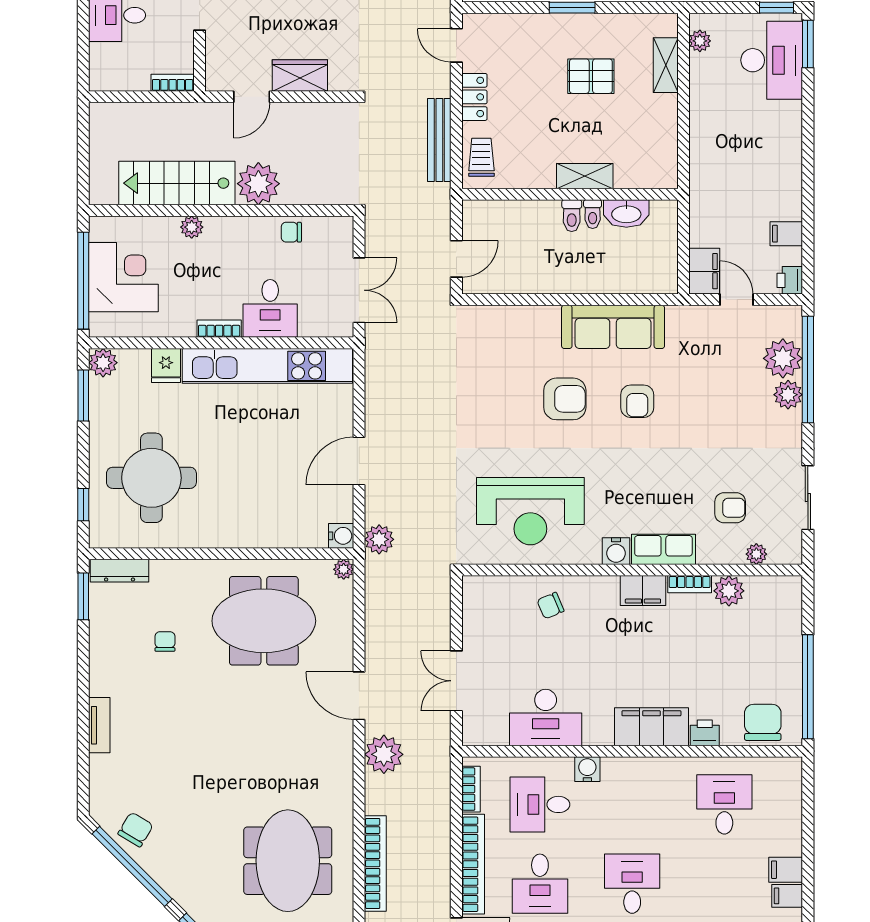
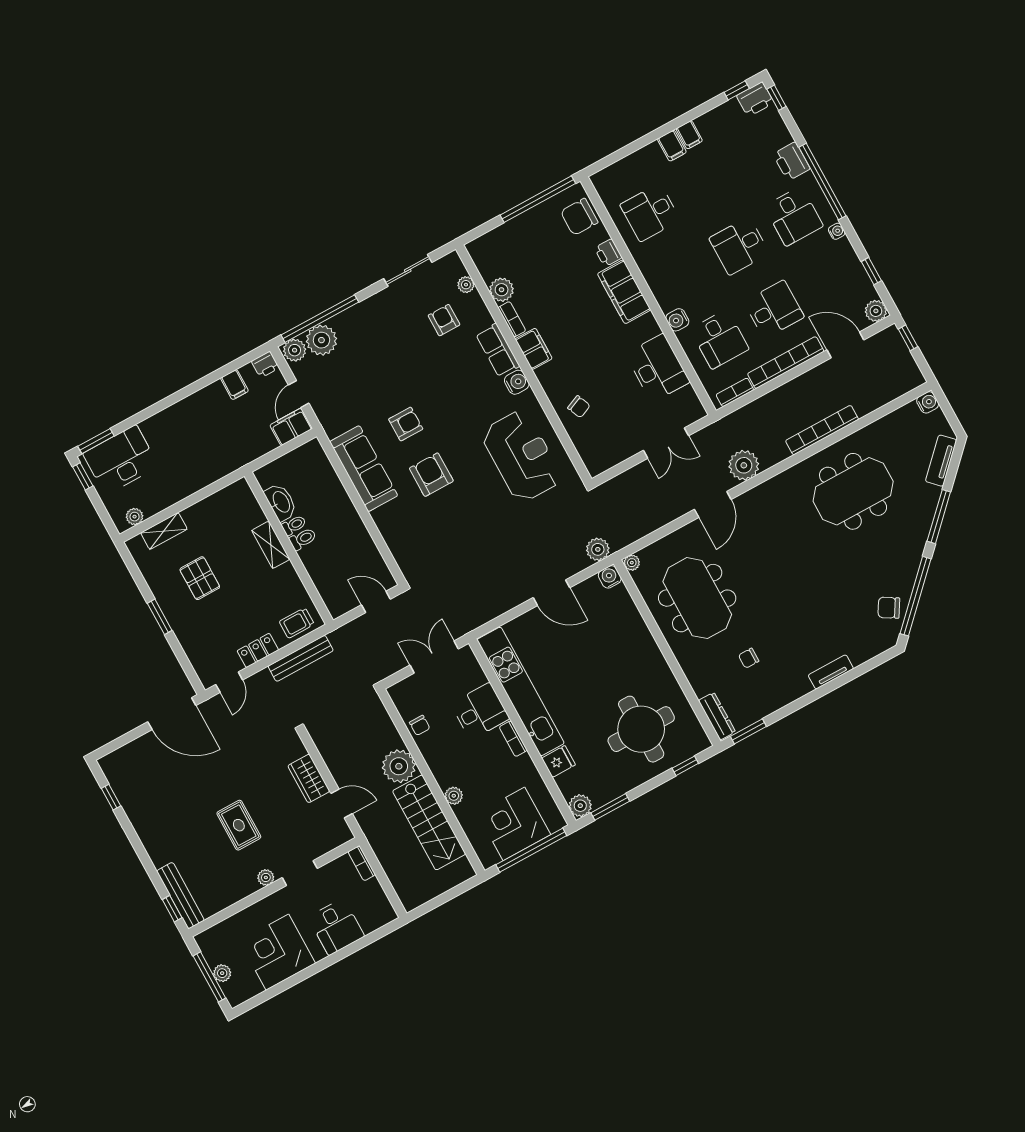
plant: (788, 395) -> (295, 350), moved

